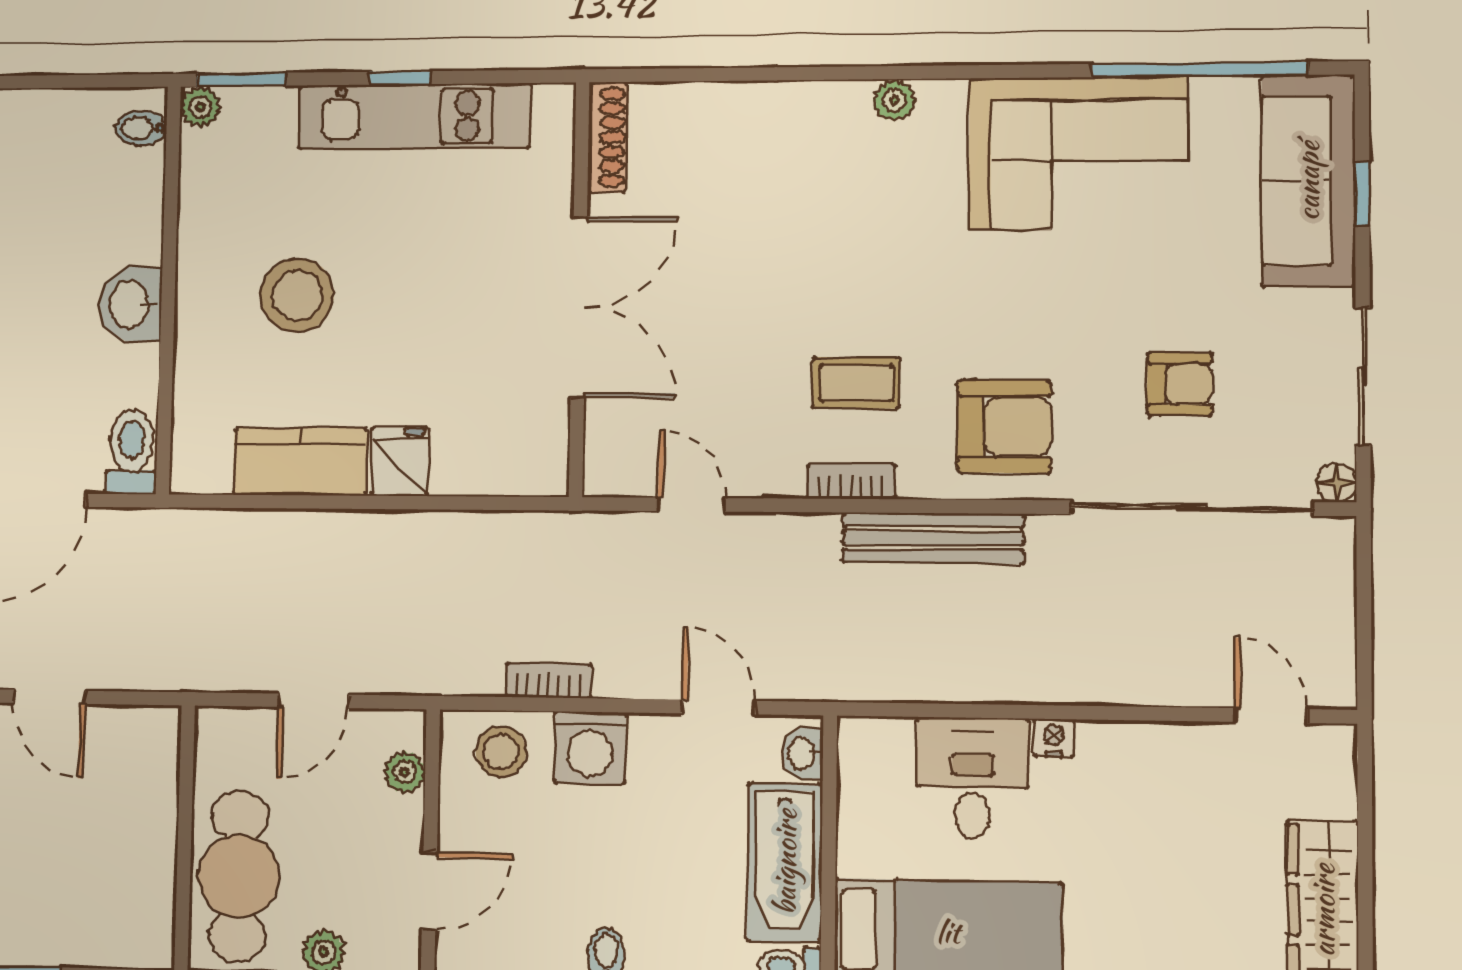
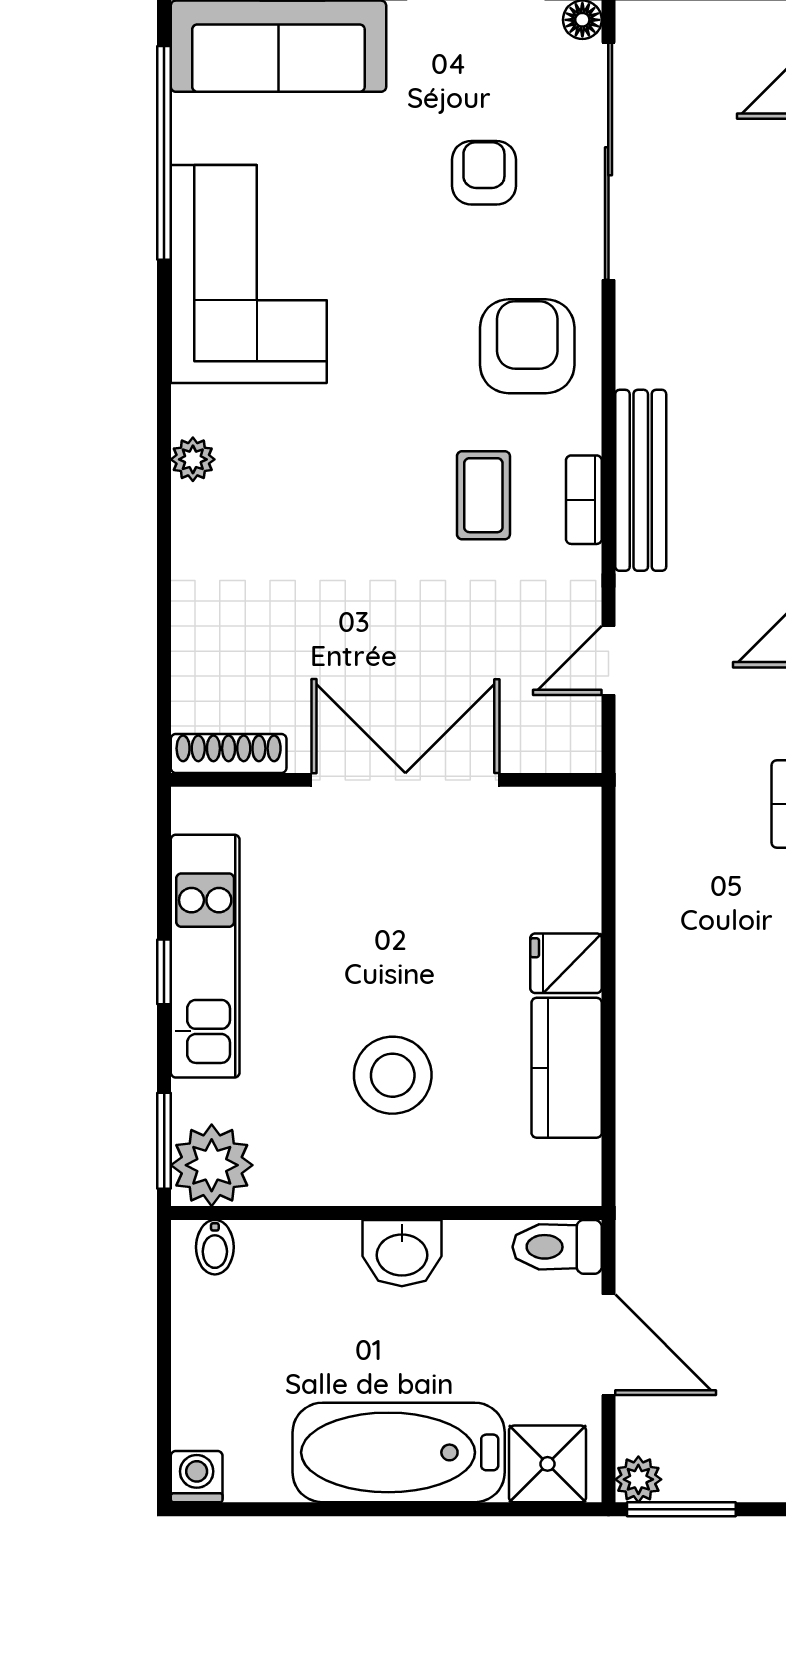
plant: (200, 107) -> (212, 1165), width x1.88, depth x1.88
bench: (933, 538) -> (641, 480), moved

